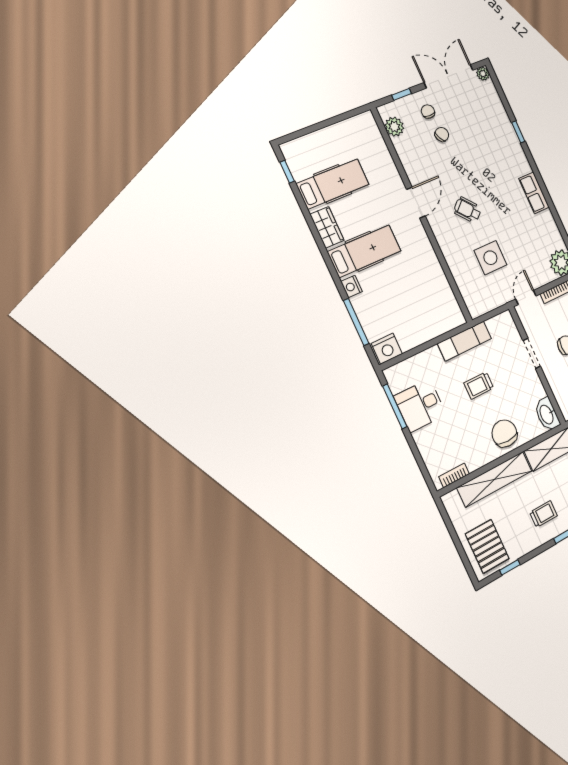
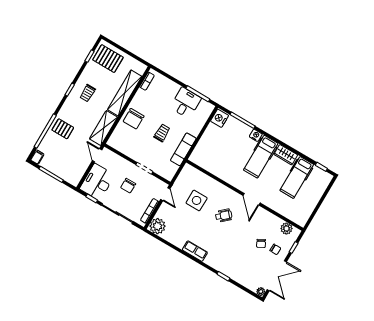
washbasin: (547, 414) -> (117, 143), removed
chair: (504, 433) -> (134, 119), turned 90

